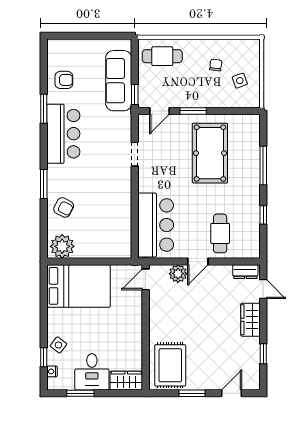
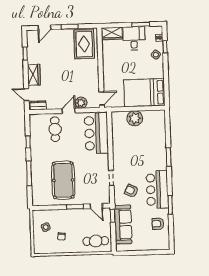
door: (159, 111) -> (96, 206), swing flipped
armchair: (64, 207) -> (131, 191), moved
plant: (62, 246) -> (135, 118), moved

